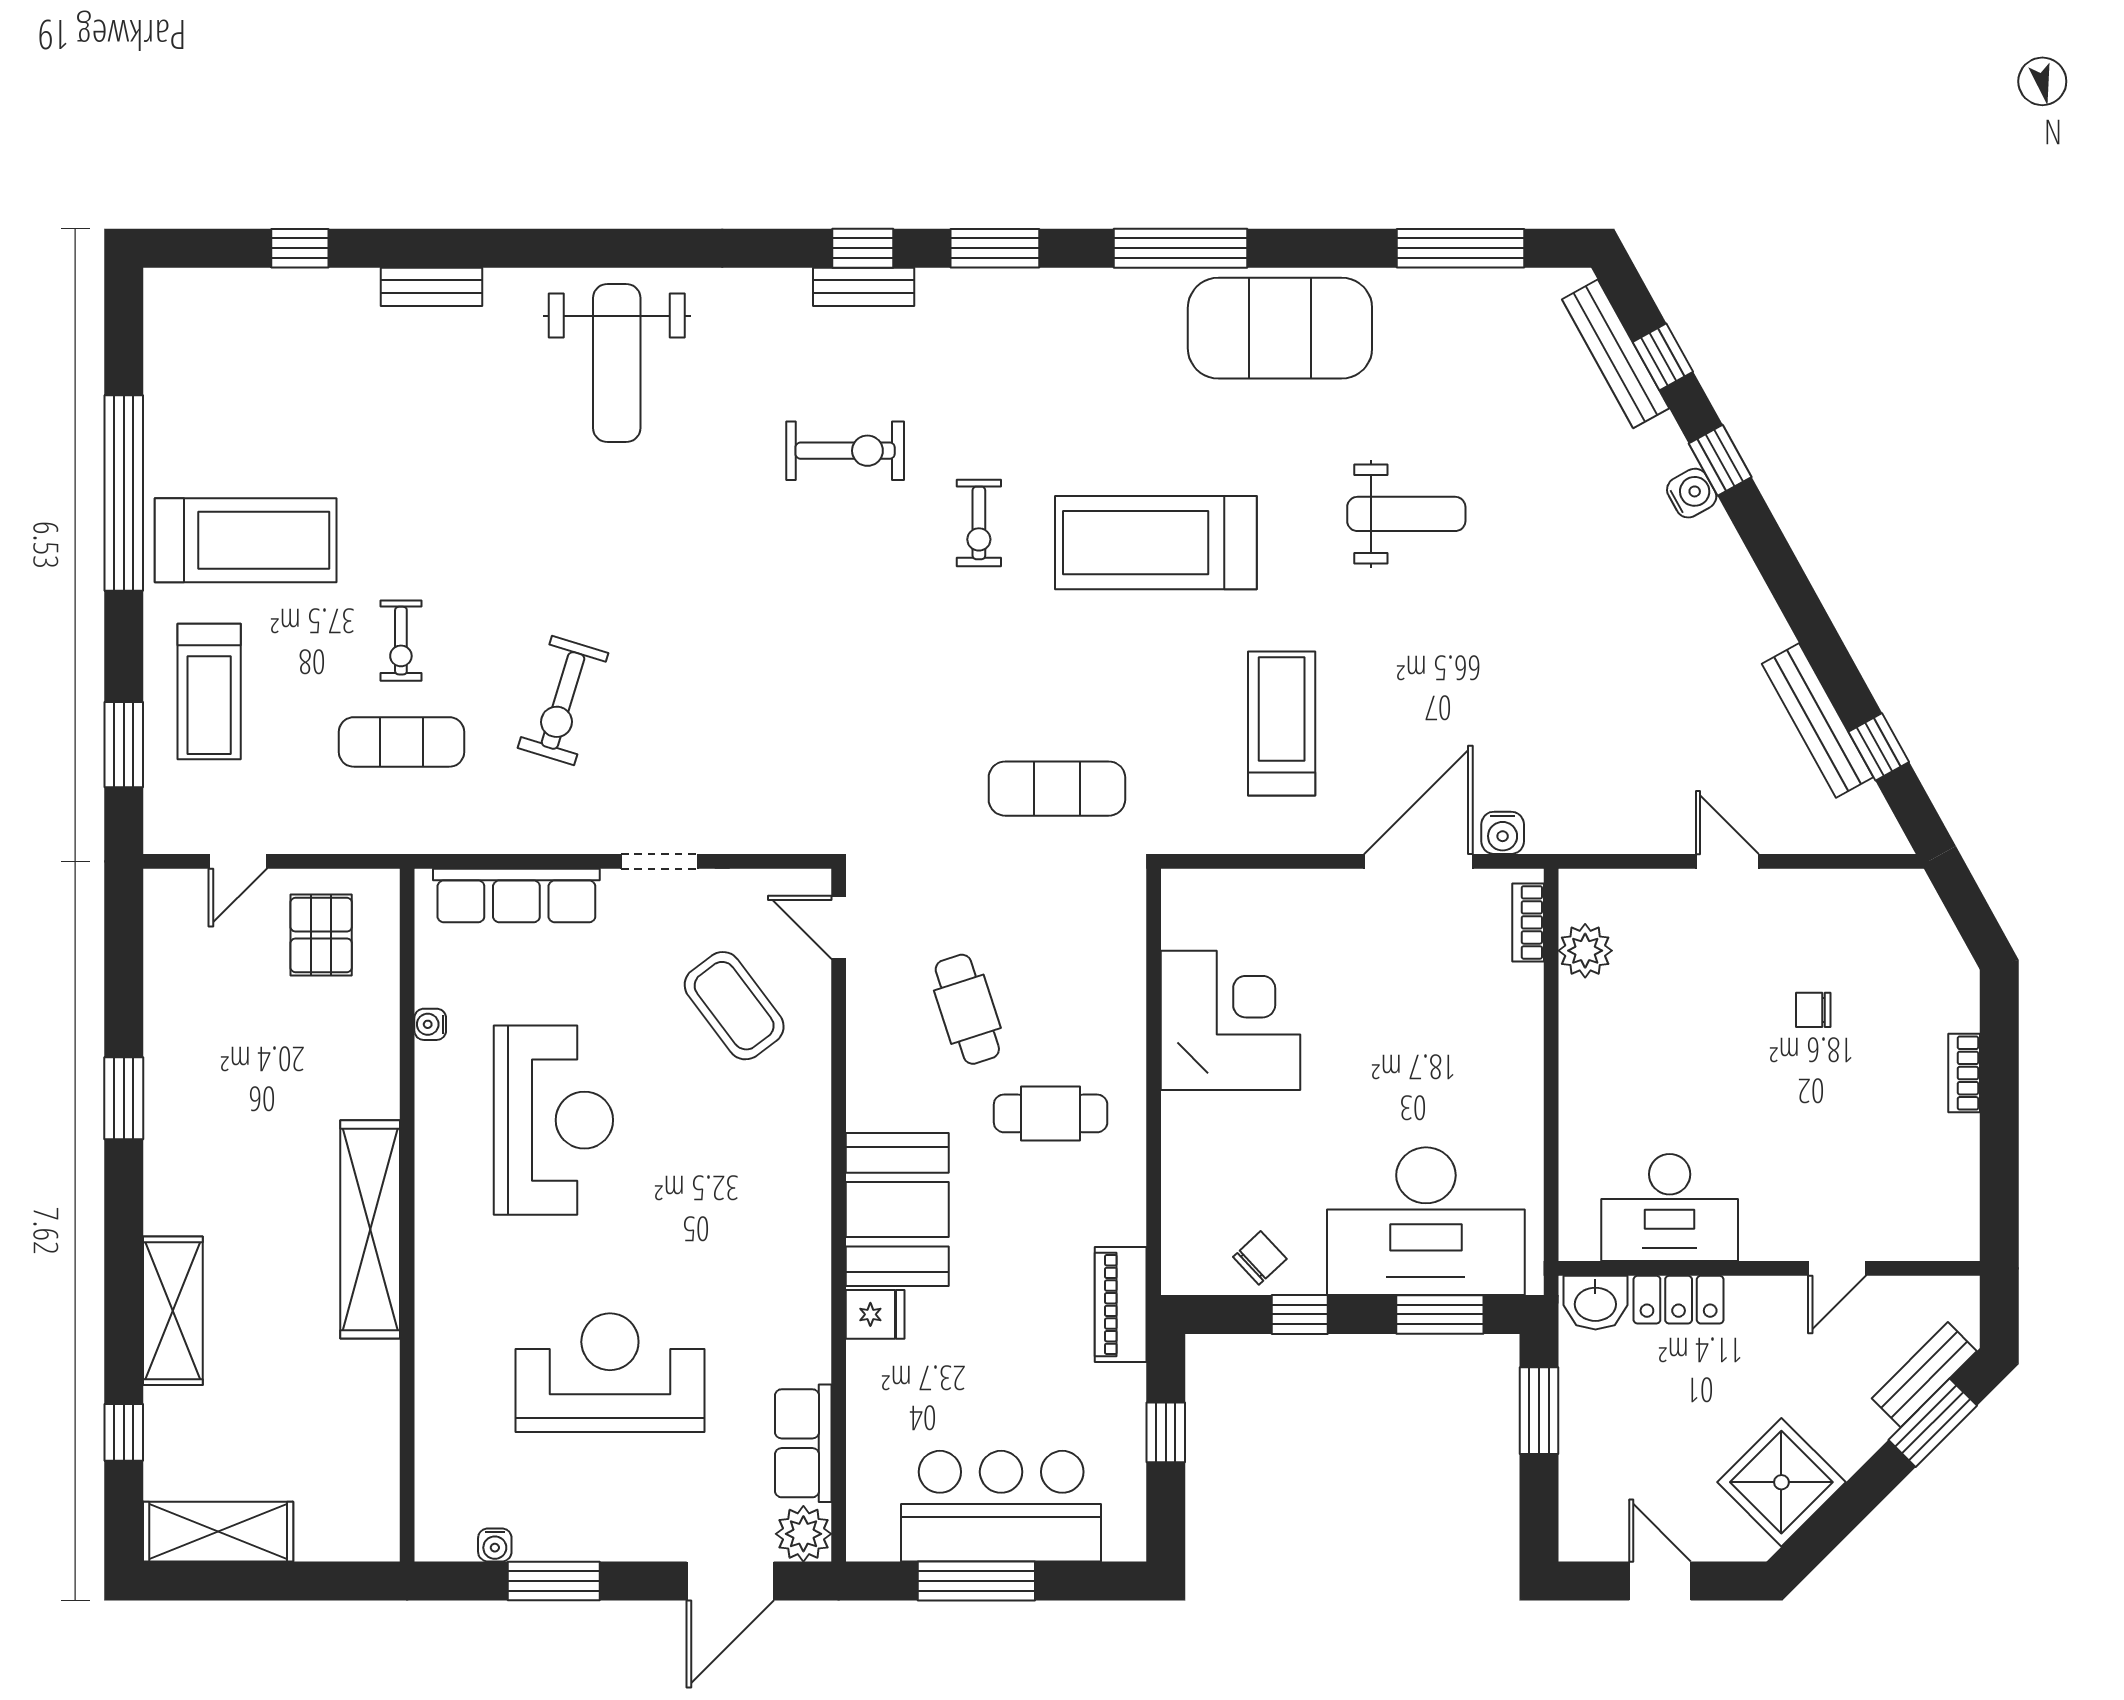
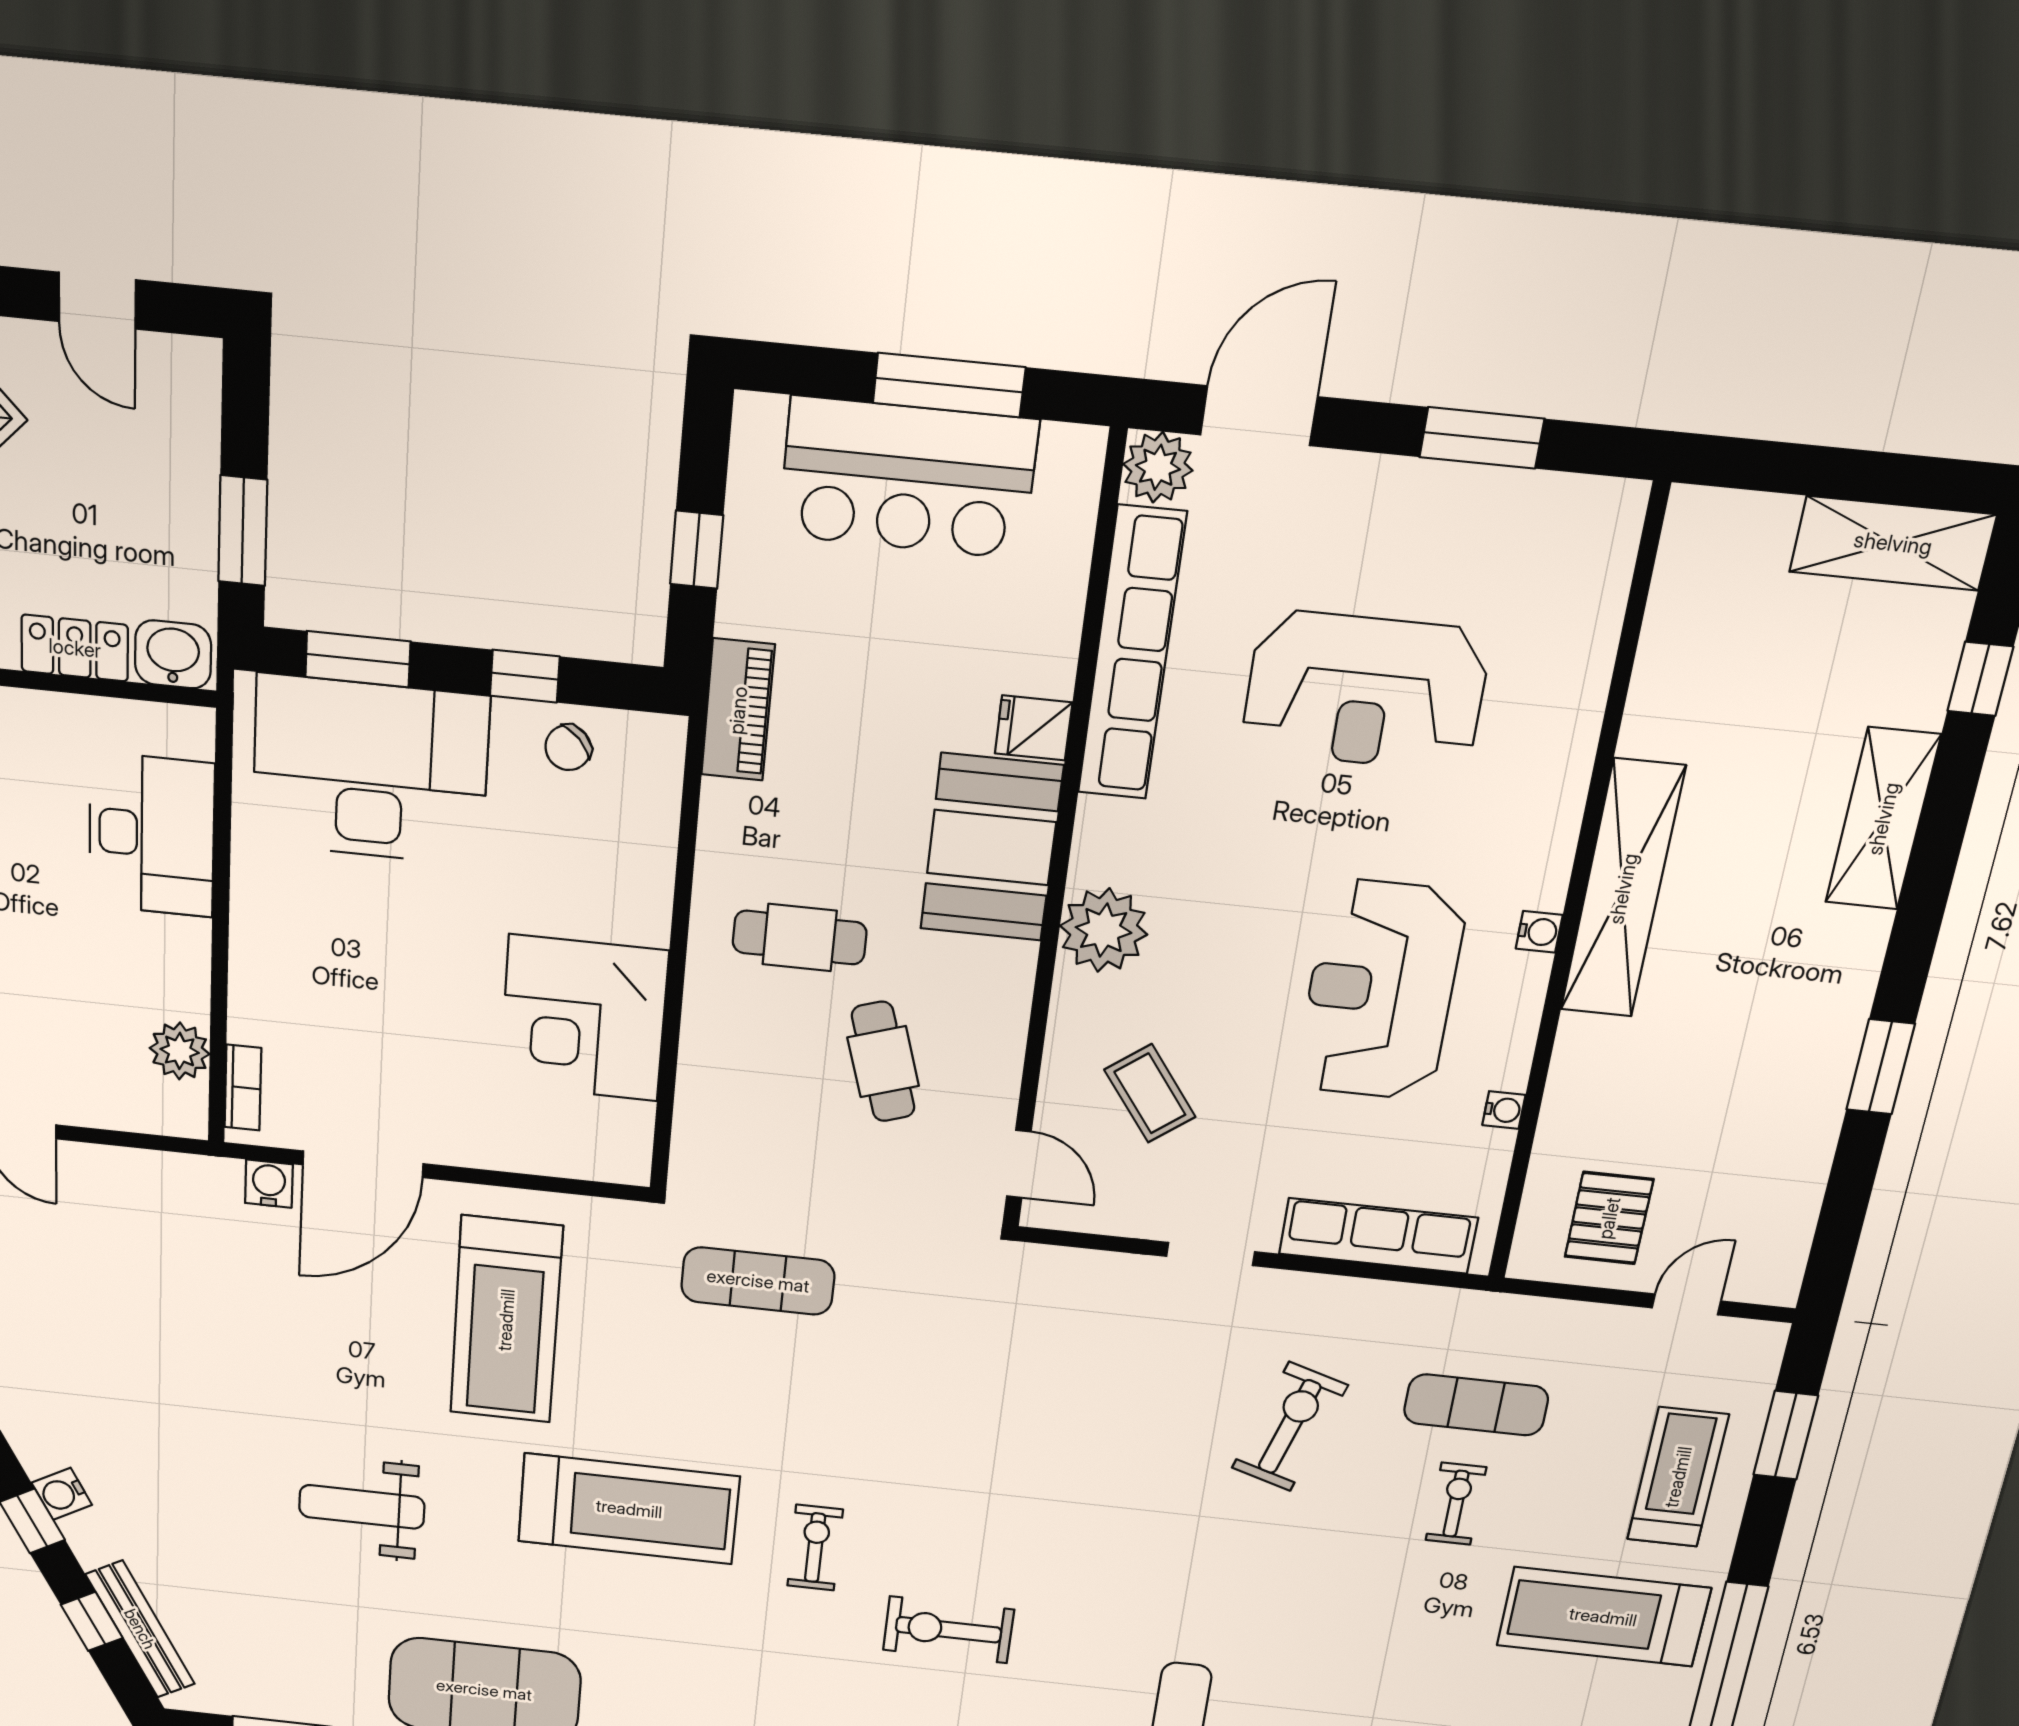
treadmill: (1282, 723) -> (506, 1320), width x1.37, depth x1.38
coffee table: (734, 1006) -> (1150, 1093), width x0.73, depth x0.77
plant: (794, 1148) -> (1104, 930), added
desk: (1670, 1207) -> (152, 835), moved, turned 90
row of seats: (803, 1443) -> (1132, 654), width x2.02
water cooler: (495, 1545) -> (1539, 932), moved, turned 90

